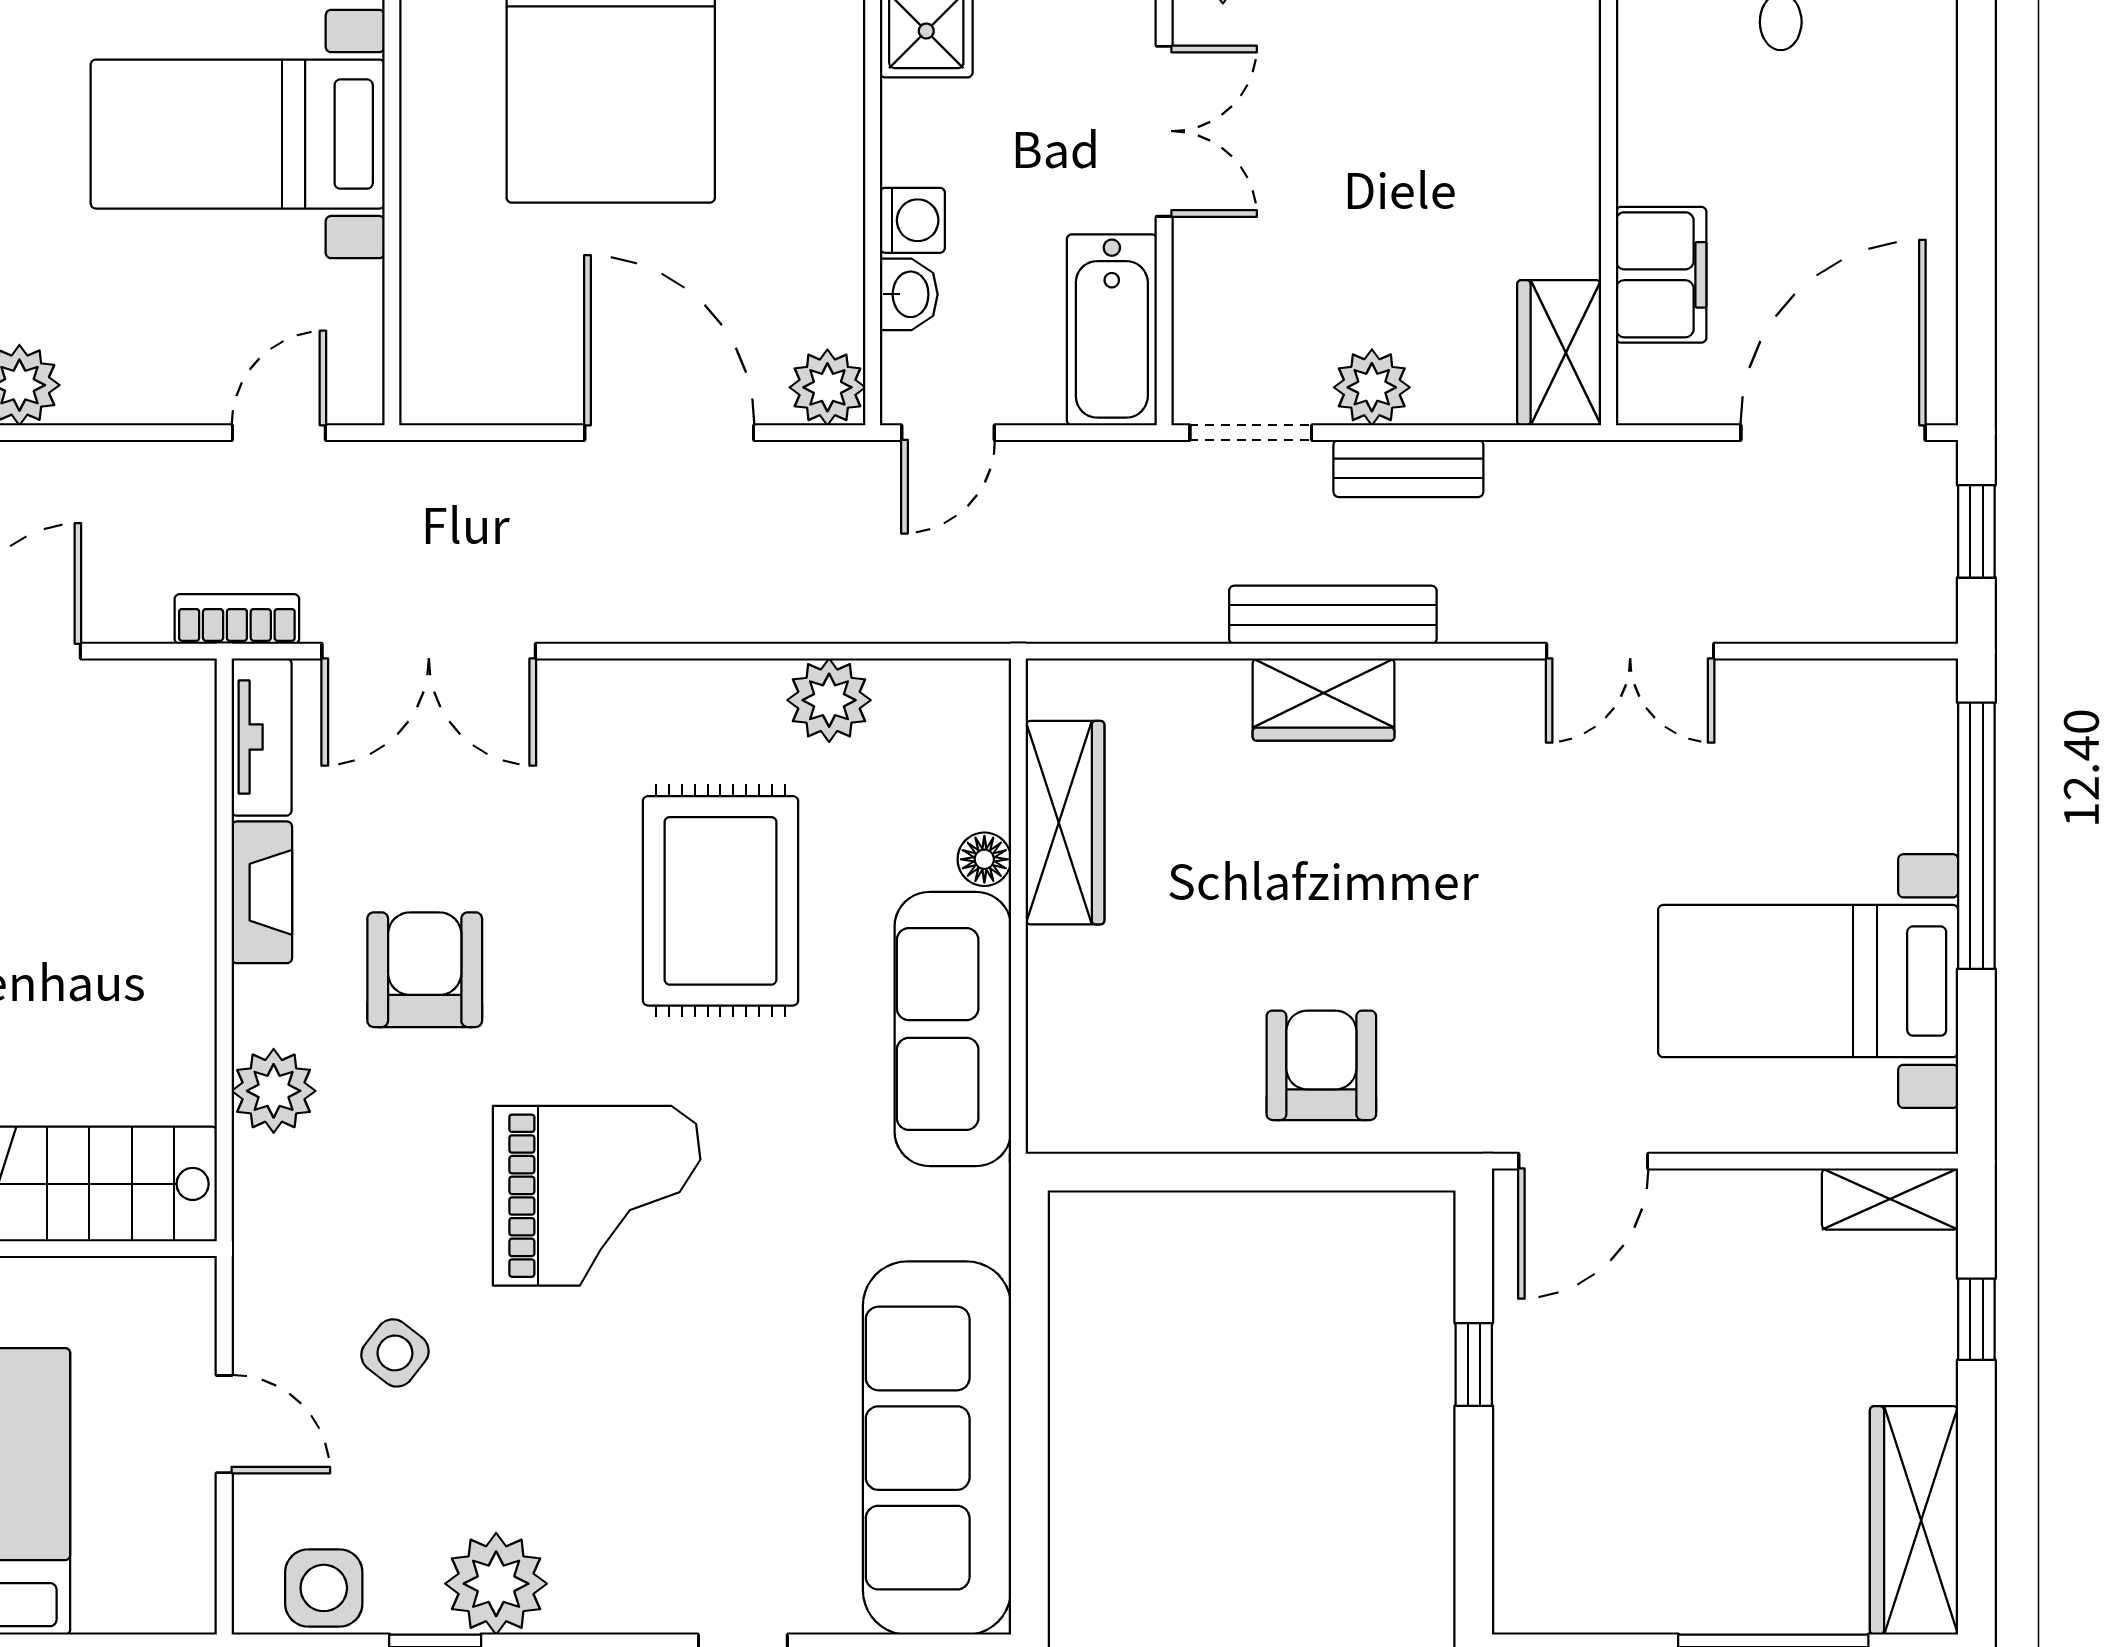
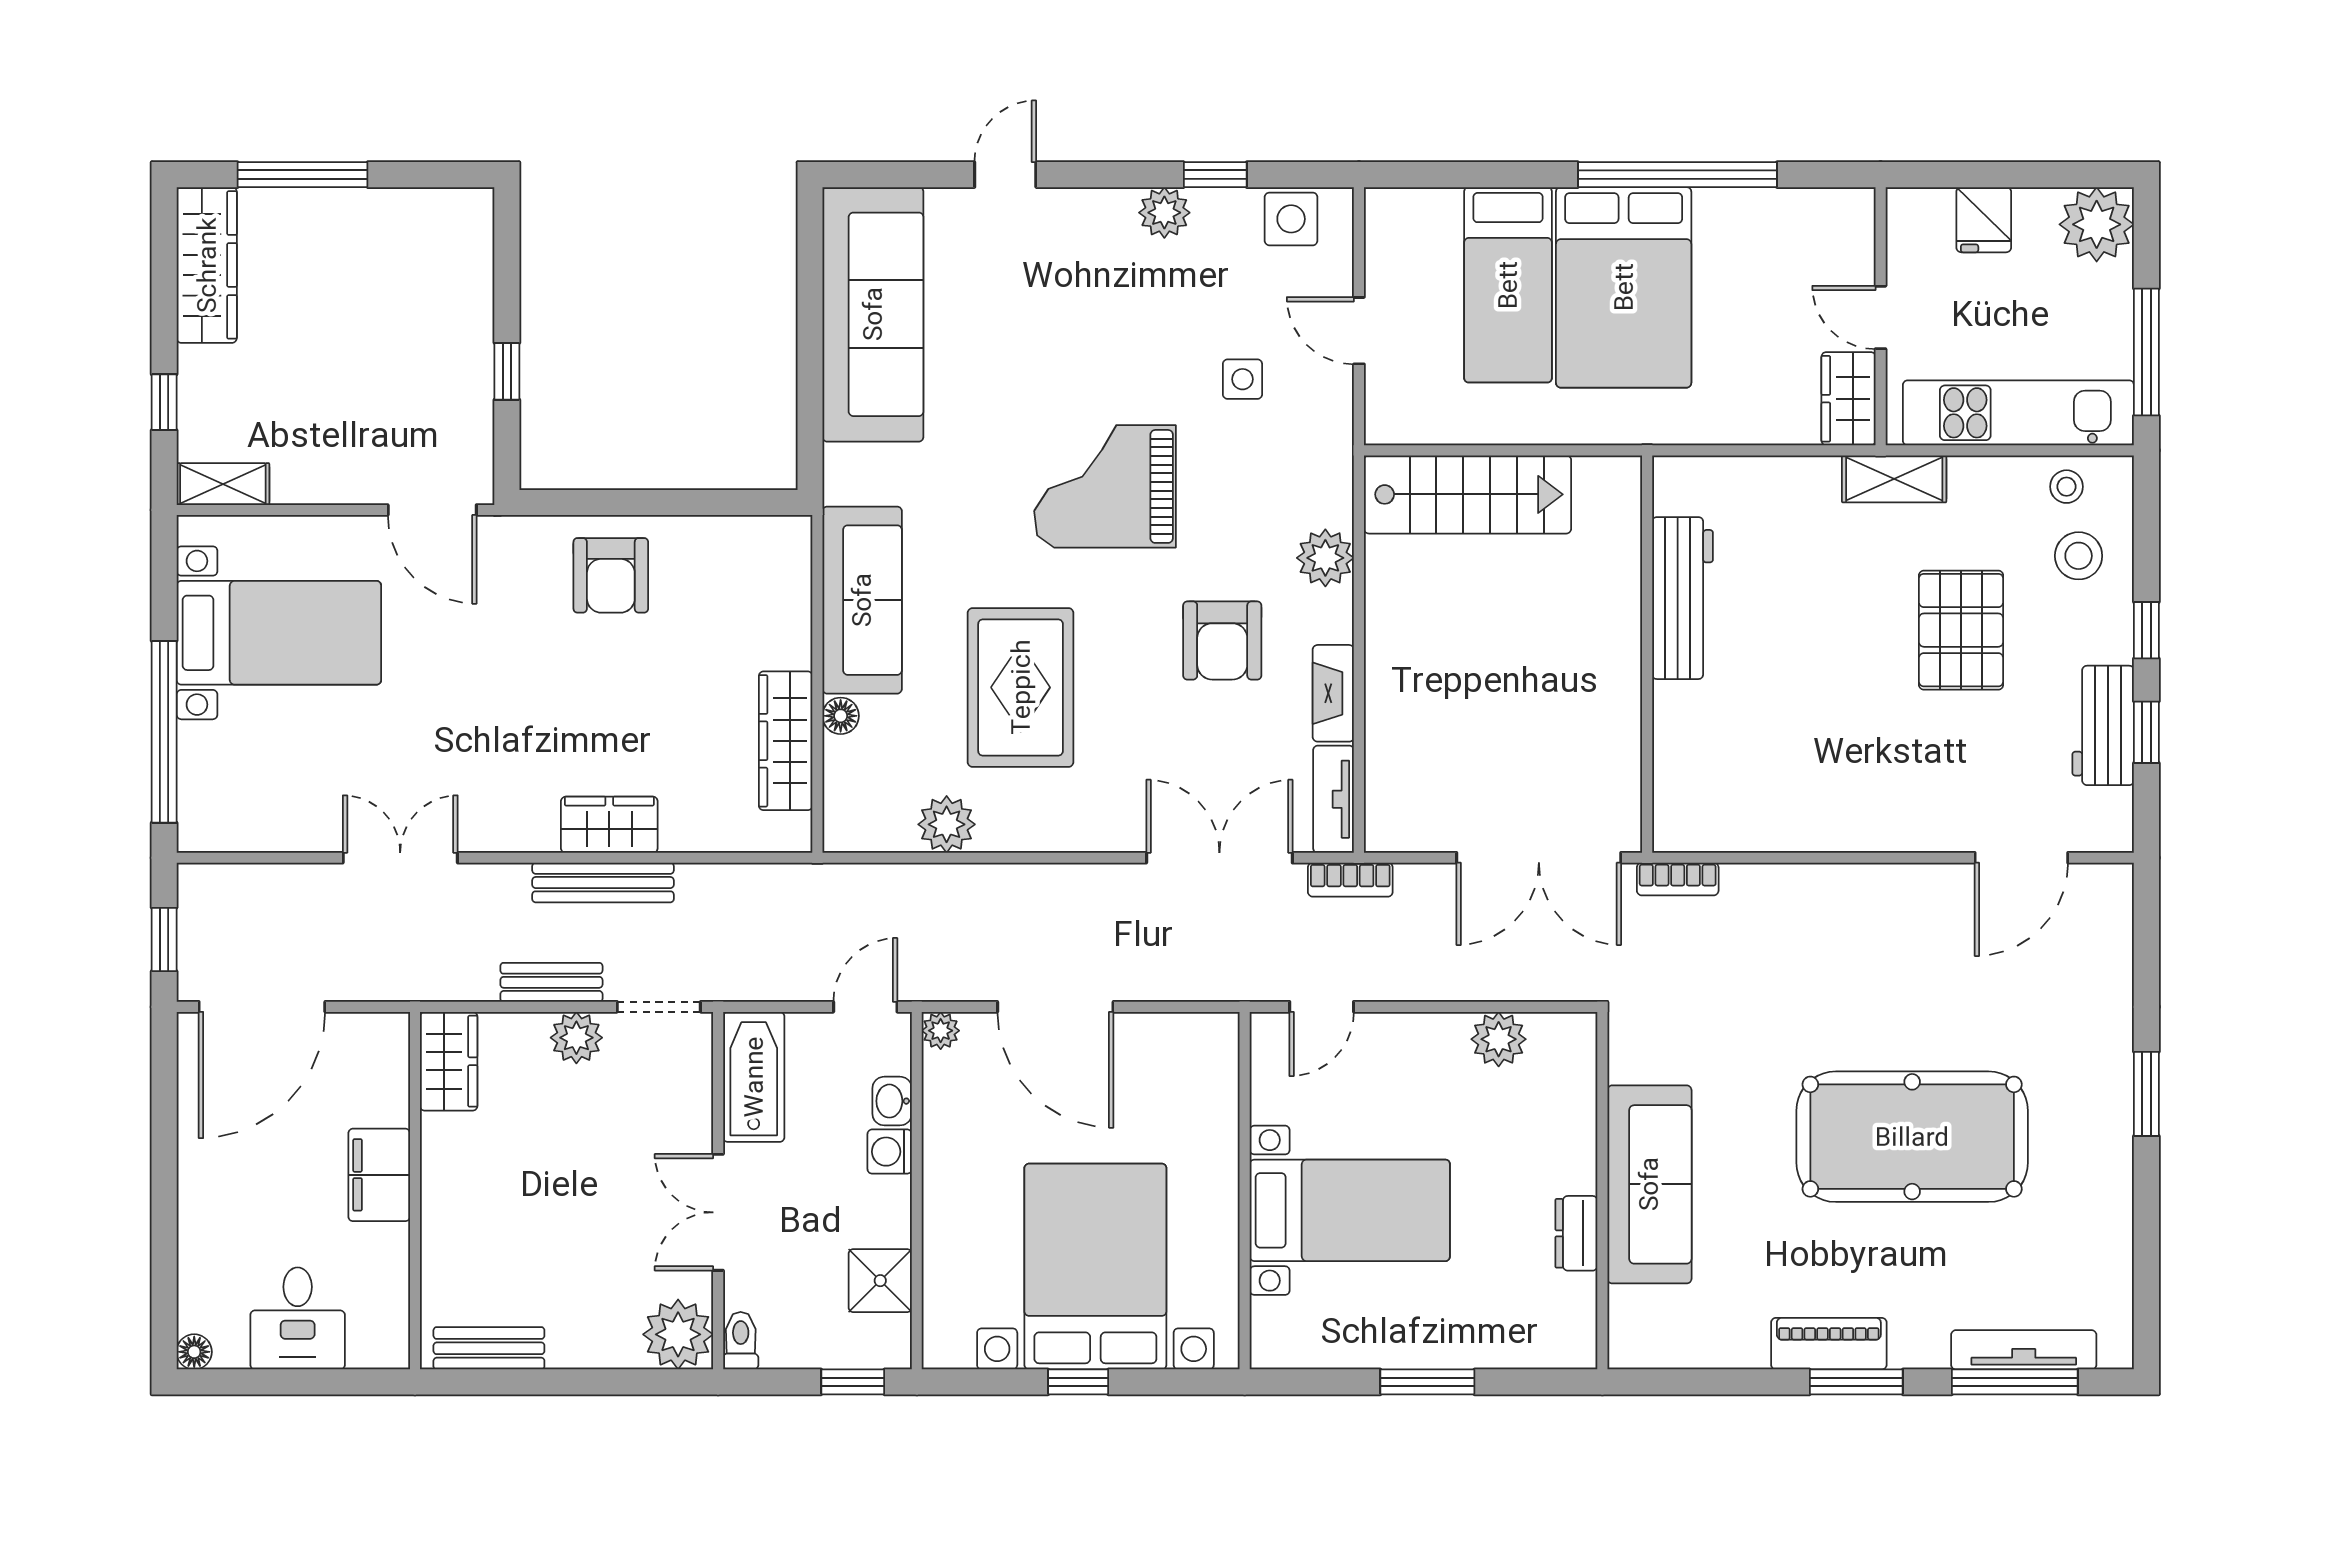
filing cabinet: (1661, 275) -> (379, 1175), moved
plant: (827, 387) -> (941, 1031), width x0.73, depth x0.73
door: (1583, 1161) -> (432, 510), swing flipped
side table: (395, 1353) -> (1242, 379), turned -38
plant: (496, 1584) -> (1164, 213), width x0.73, depth x0.73

